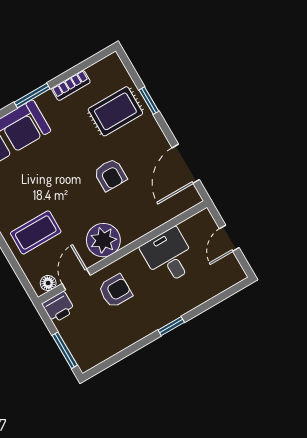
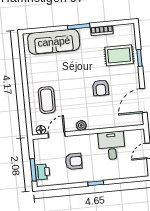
coffee table: (36, 232) -> (47, 100), turned 90
plant: (103, 240) -> (81, 125), width x0.53, depth x0.53
armchair: (115, 291) -> (74, 161), moved
printer: (58, 307) -> (42, 172), moved, turned -90

